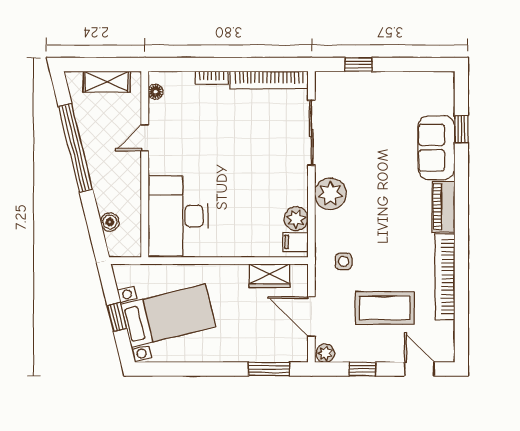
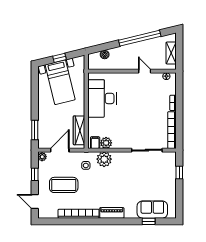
sofa: (436, 148) -> (152, 210), moved
plant: (330, 194) -> (104, 159), moved
desk: (178, 216) -> (102, 98), moved, turned -90
wardrobe: (270, 276) -> (79, 130), width x1.50
coffee table: (385, 308) -> (64, 185), turned 90
door: (419, 369) -> (35, 201), swing flipped

